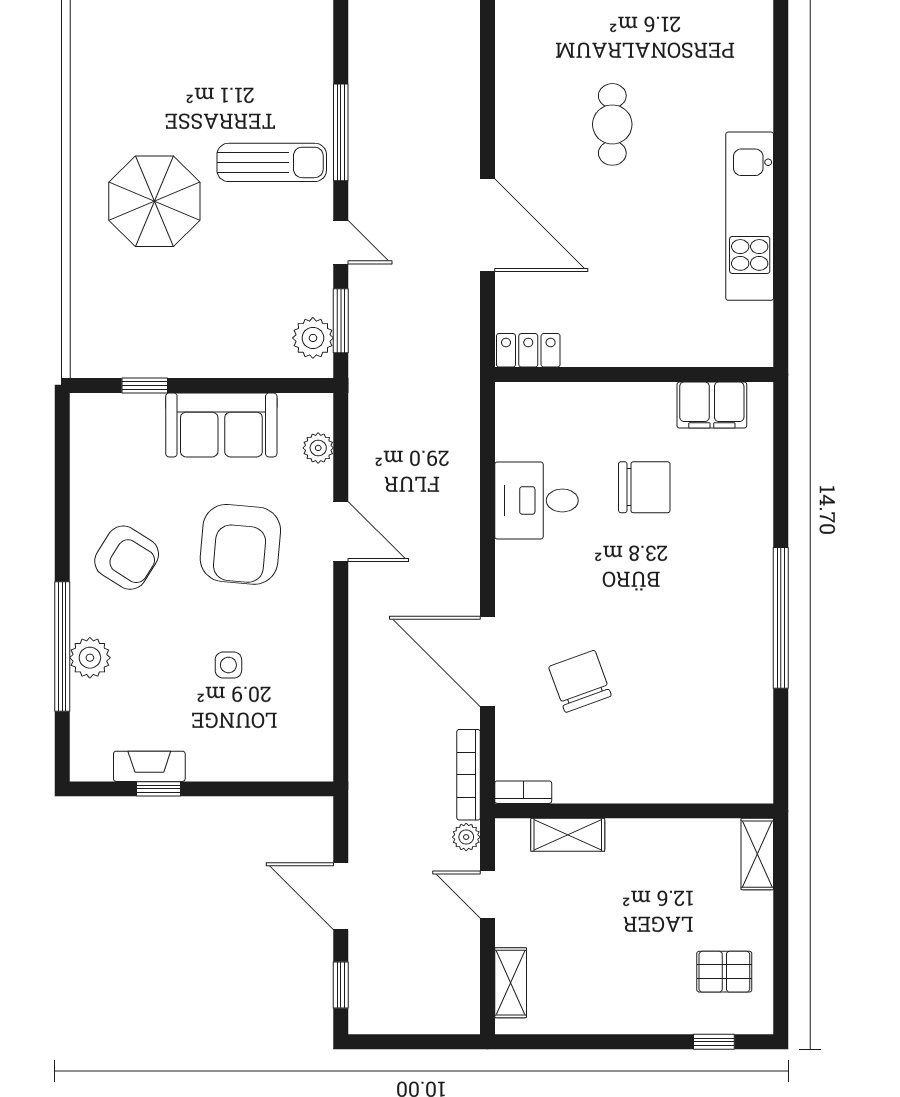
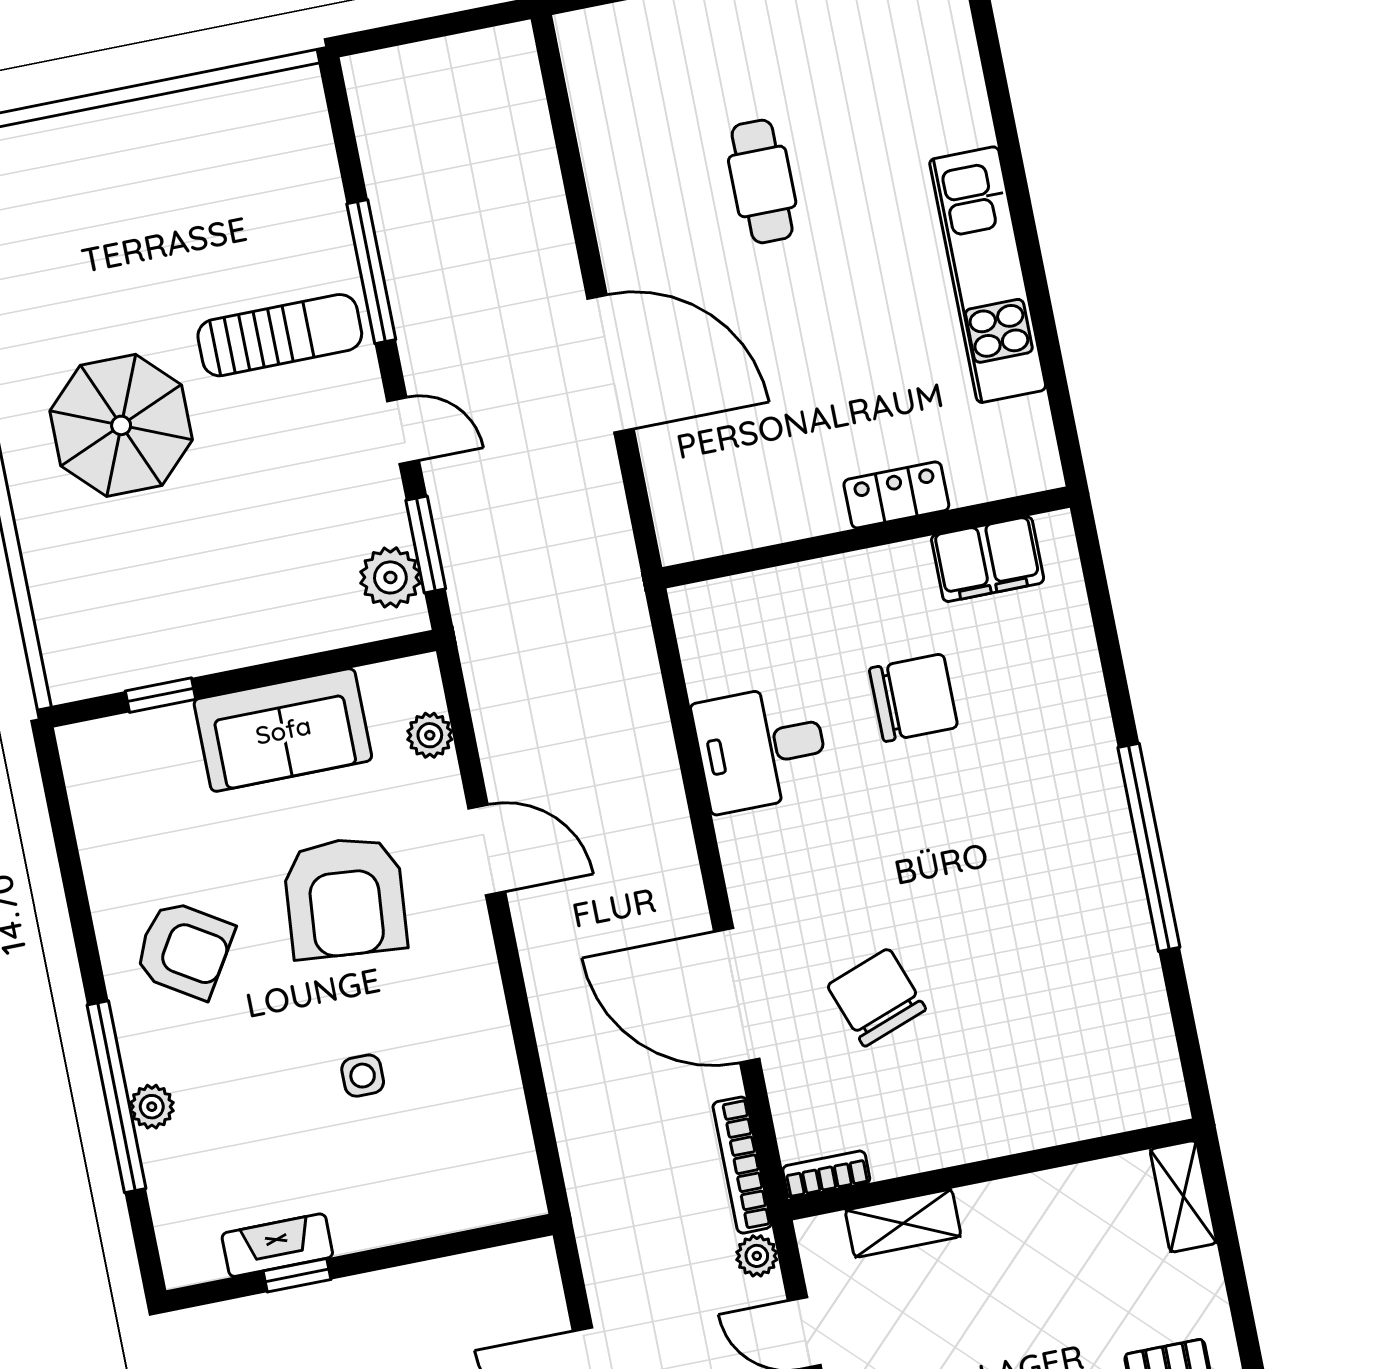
locker: (528, 350) -> (896, 495), moved
plant: (90, 658) -> (152, 1107), width x0.73, depth x0.73

